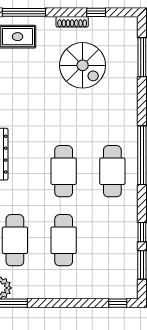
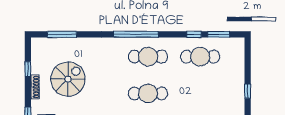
cafe table: (64, 240) -> (200, 57), moved
window: (118, 303) -> (248, 91), moved

